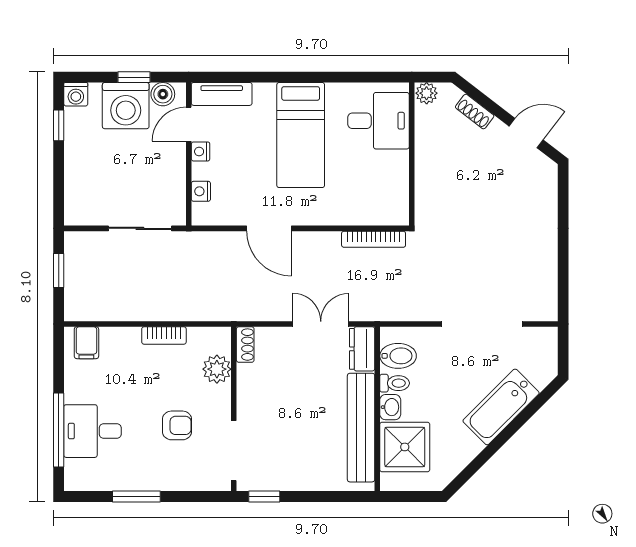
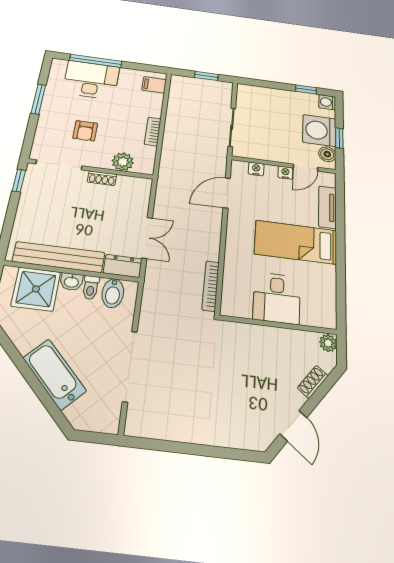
tv unit: (222, 94) -> (327, 207), moved
desk: (378, 121) -> (277, 298), moved
door: (189, 124) -> (305, 168), swing flipped
door: (269, 228) -> (227, 193), moved
shoe rack: (245, 345) -> (102, 178), moved
desk: (93, 431) -> (91, 80), width x1.37

